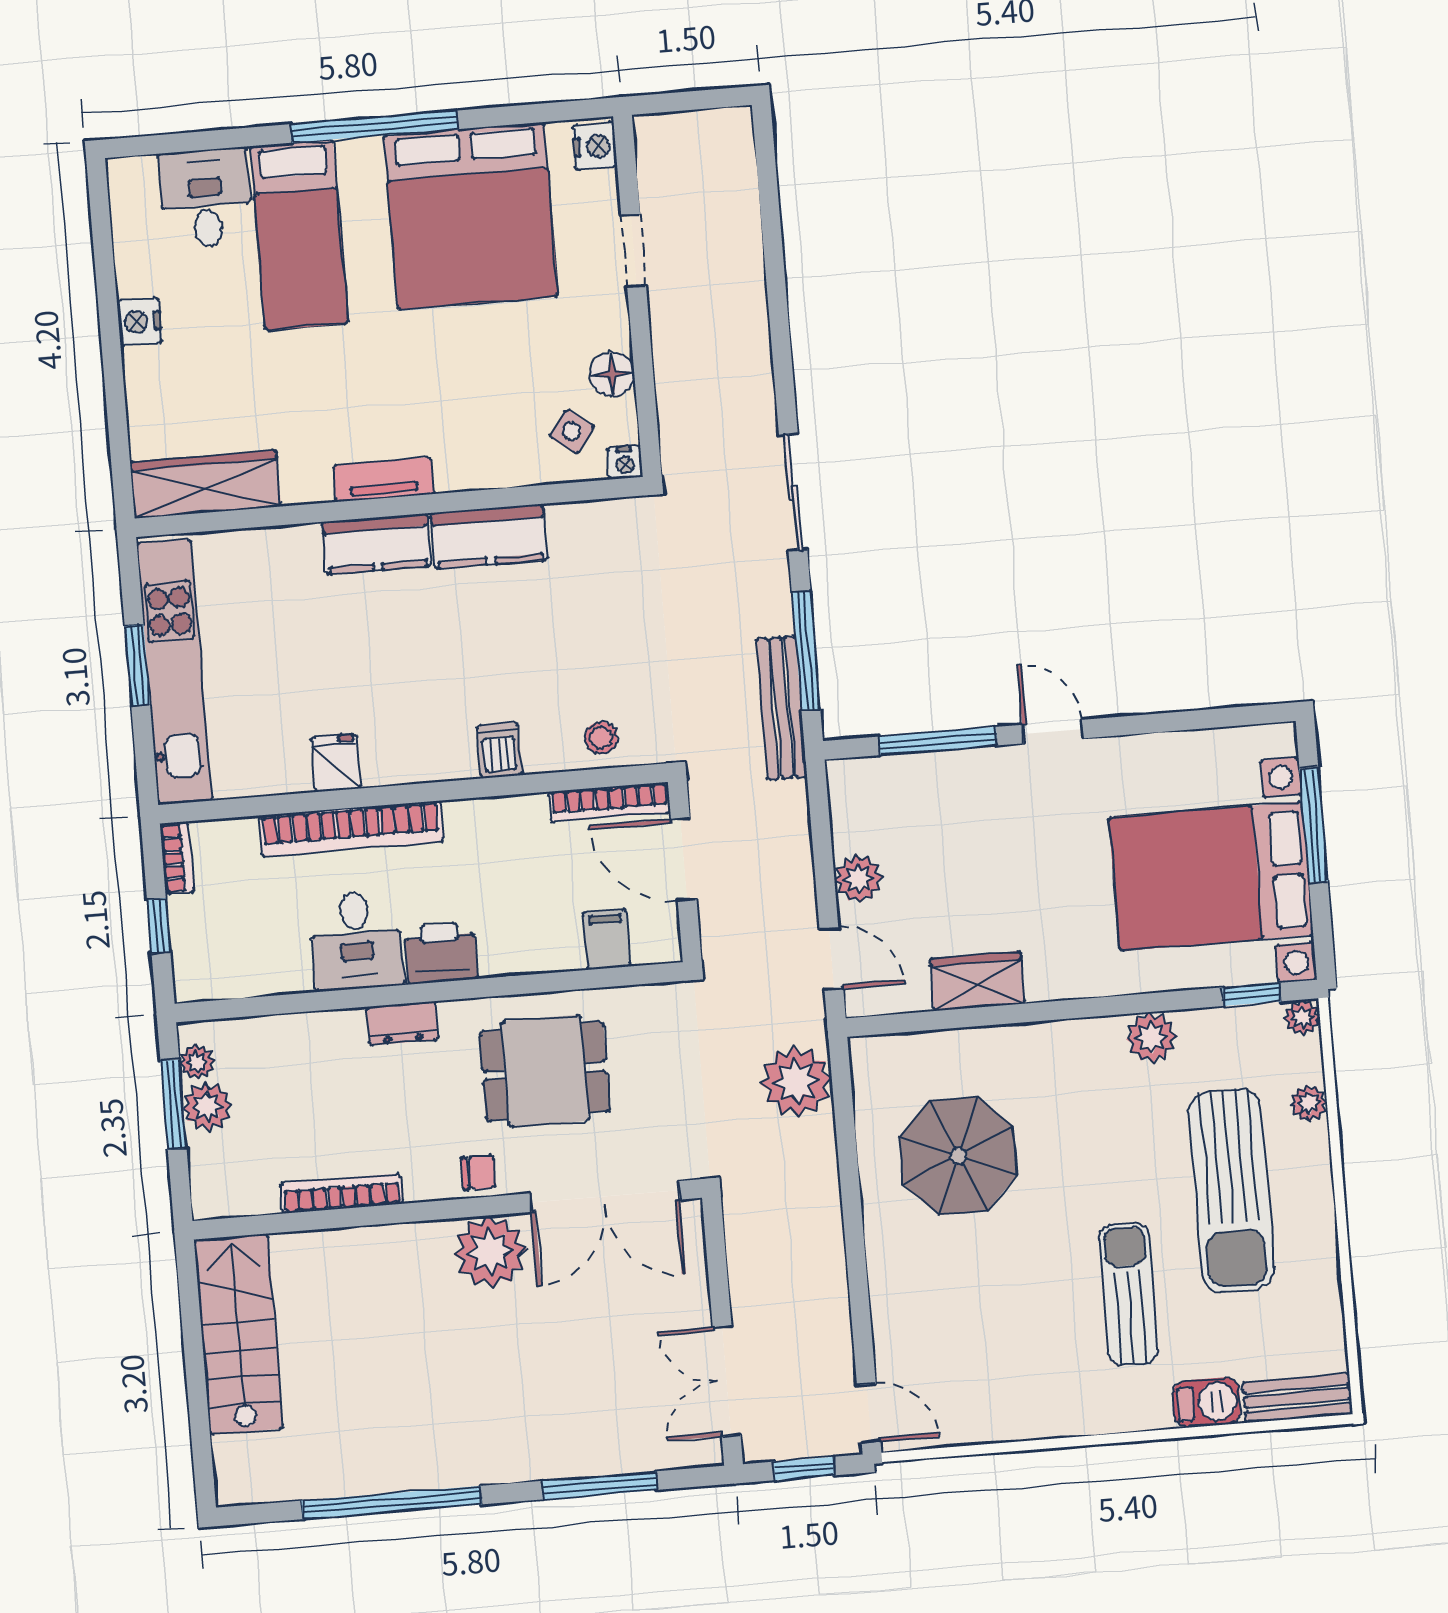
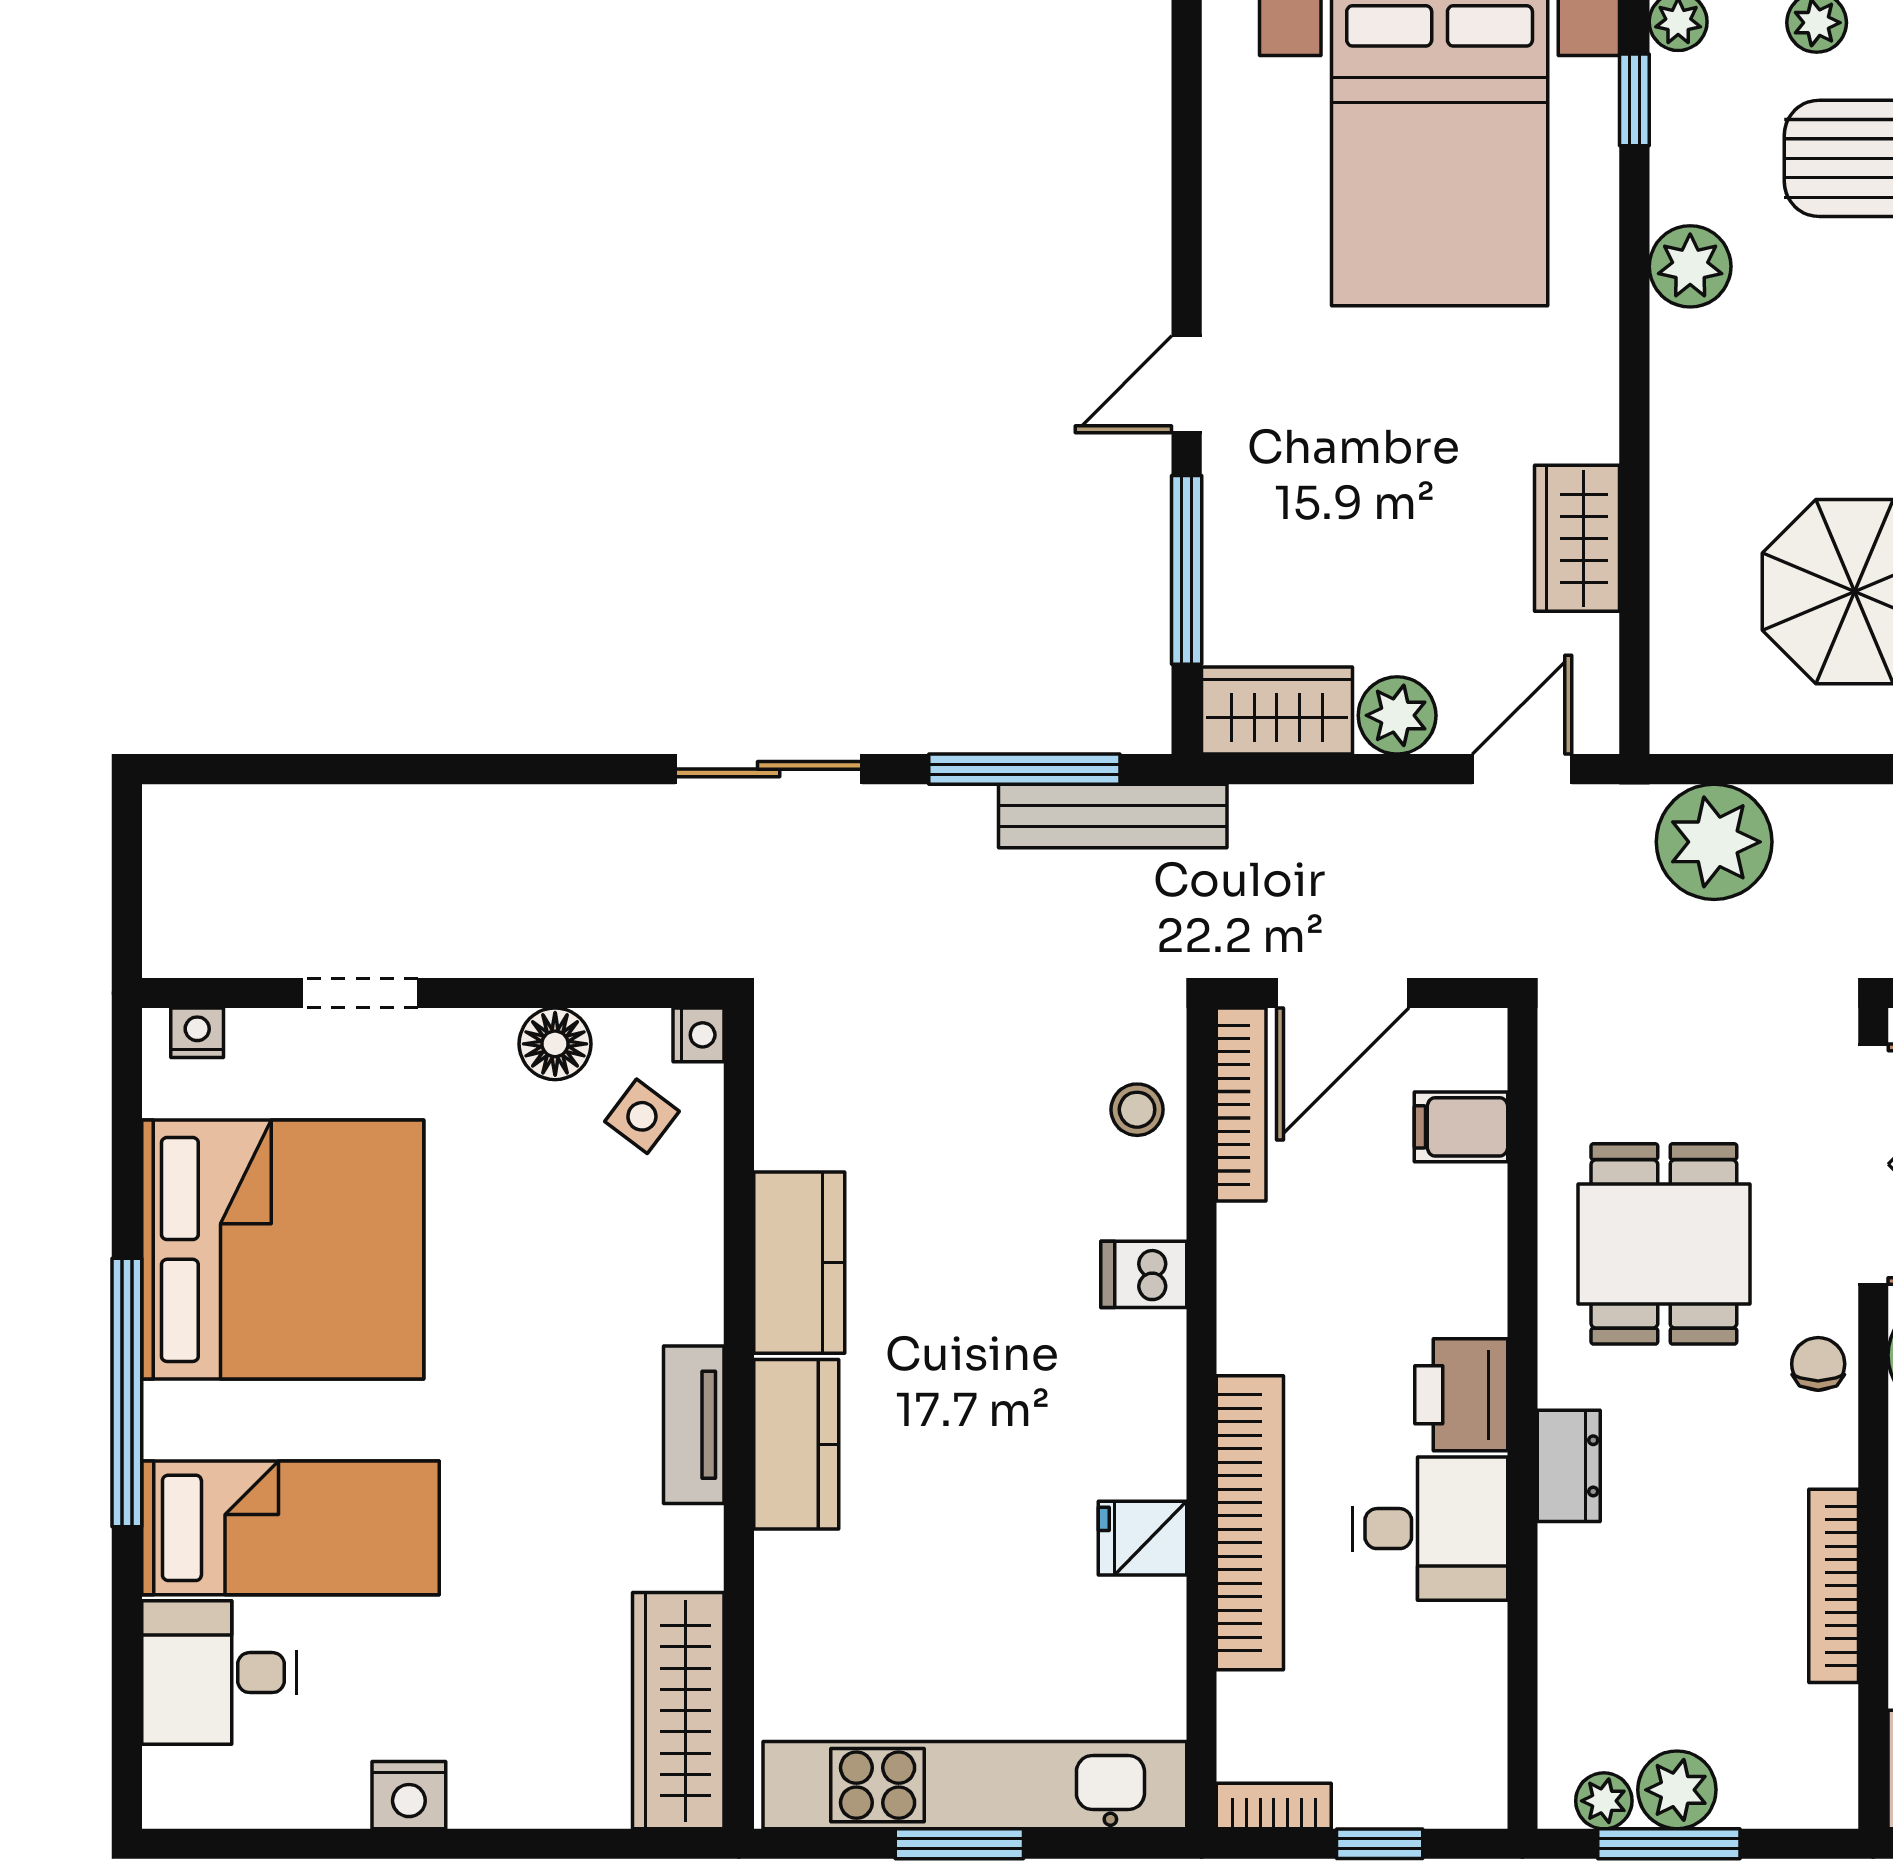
nightstand: (595, 146) -> (197, 1033), width x0.72, depth x0.74
wardrobe: (855, 804) -> (1277, 710), added

